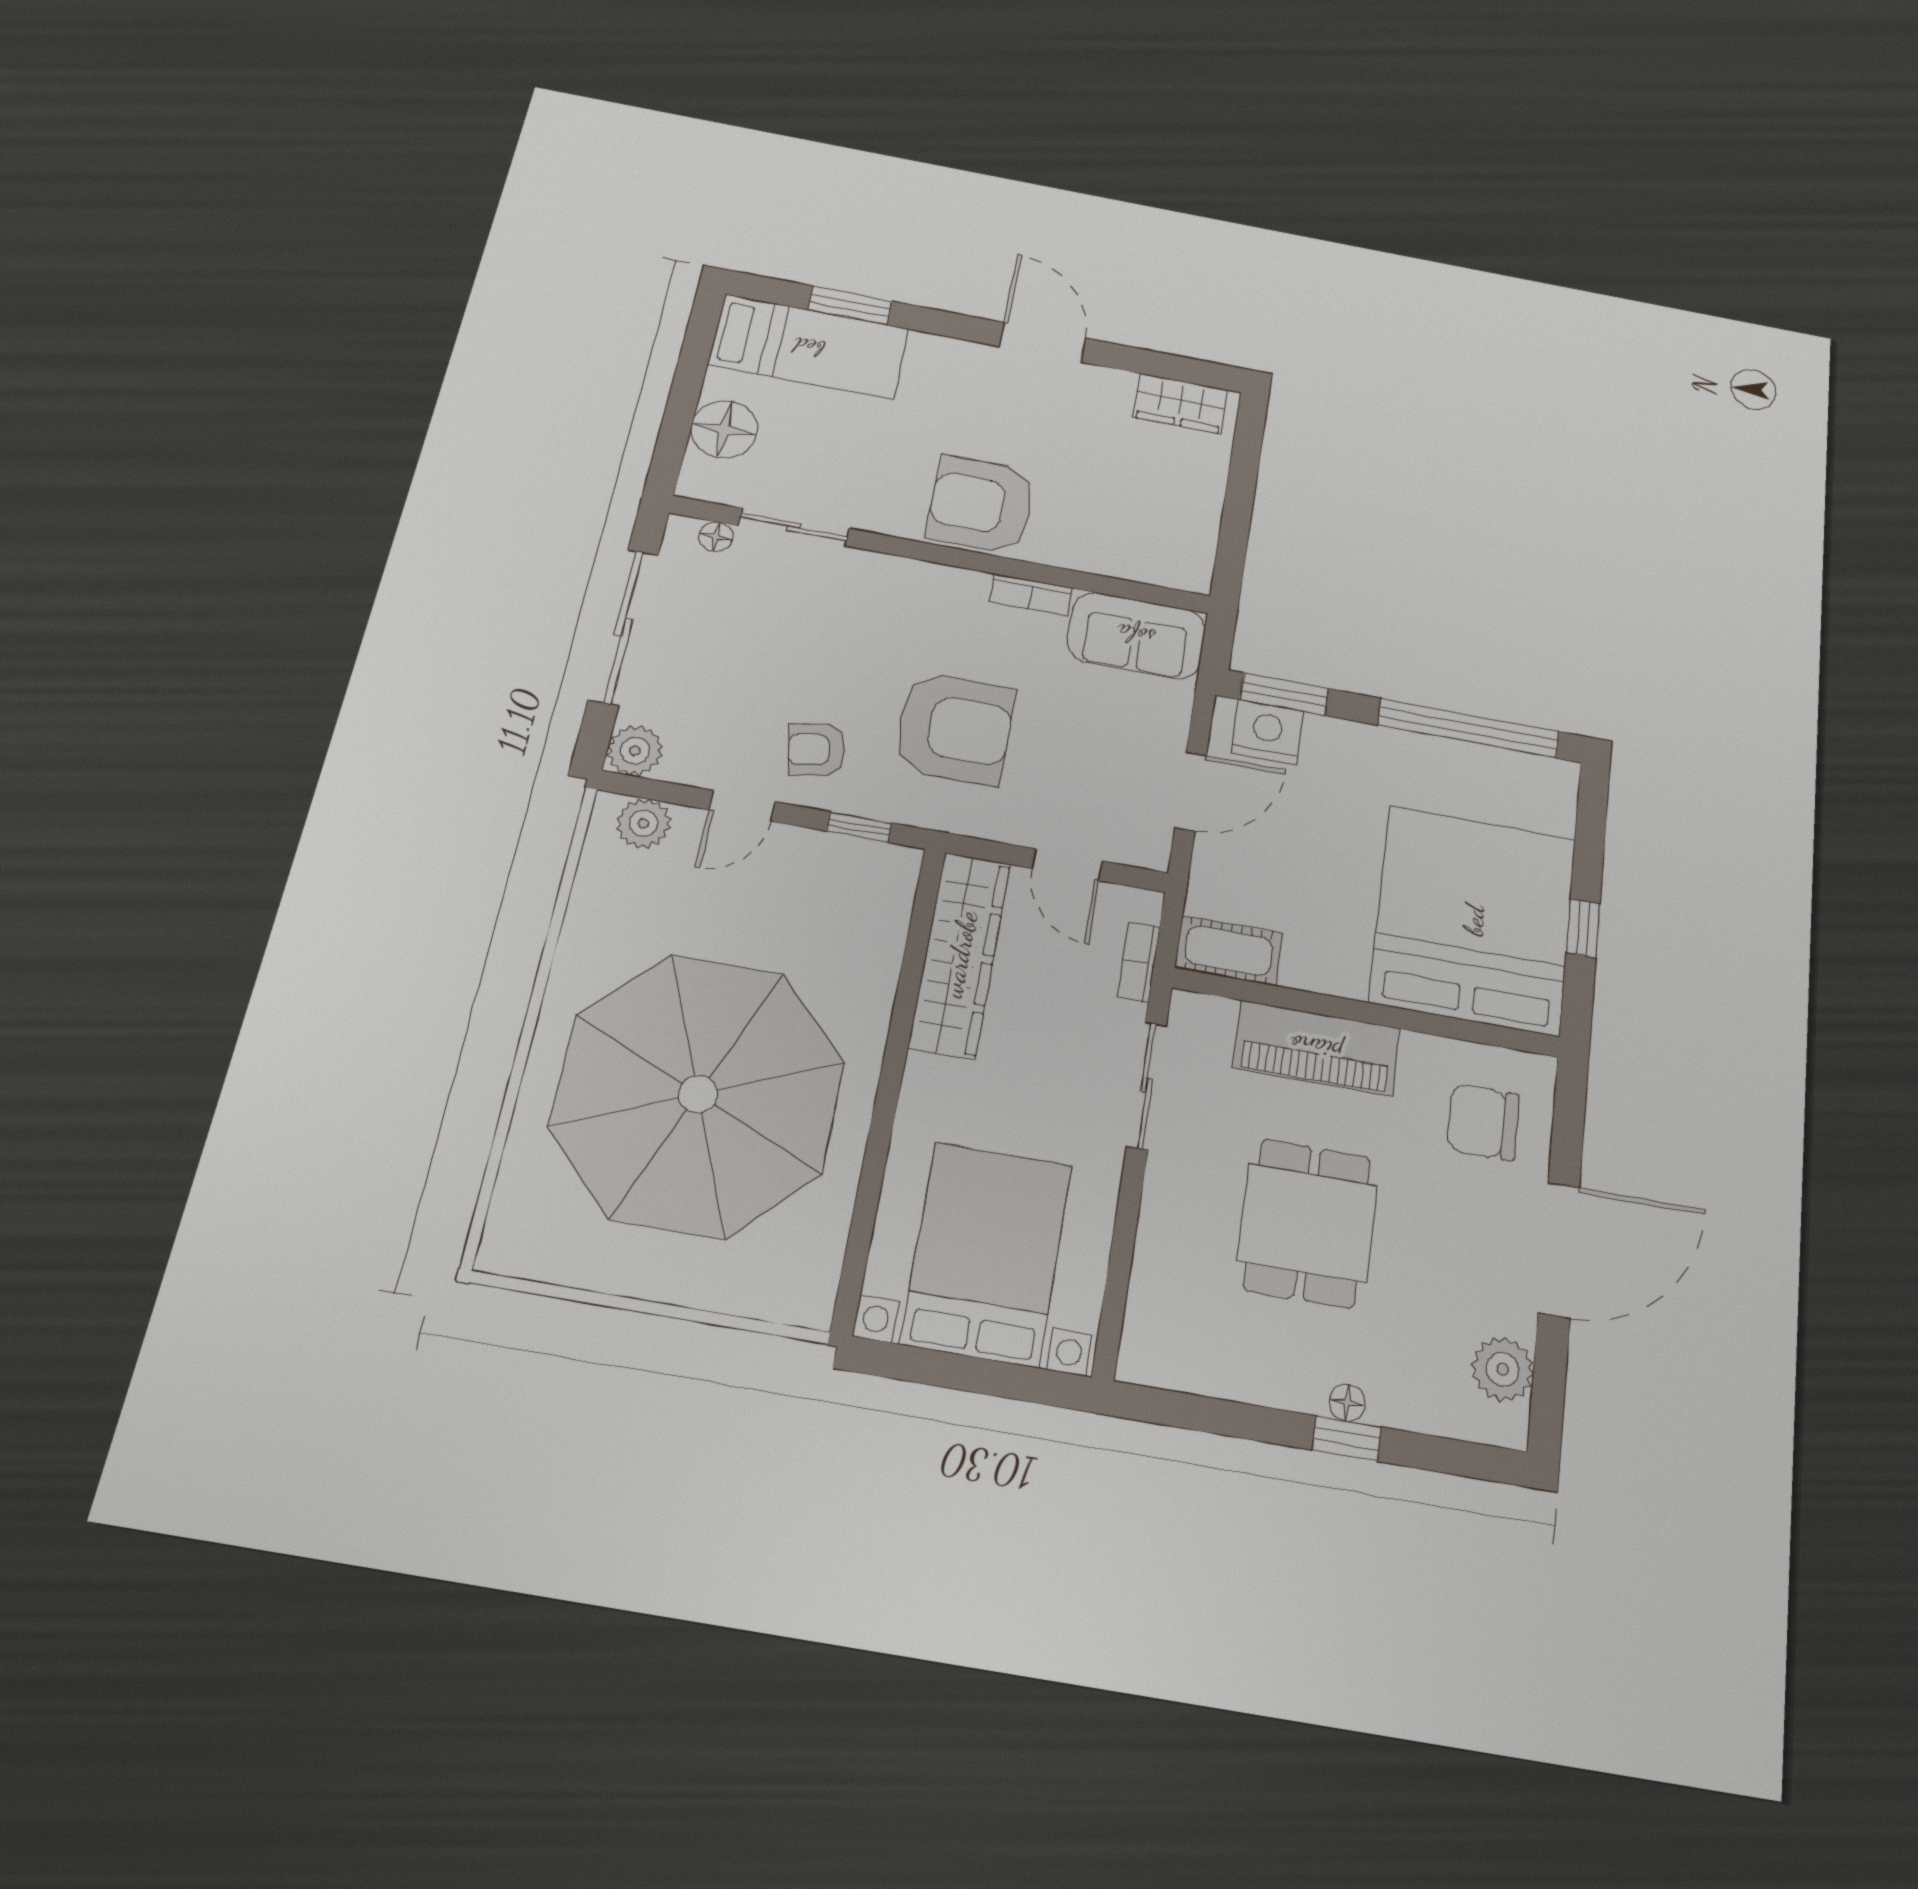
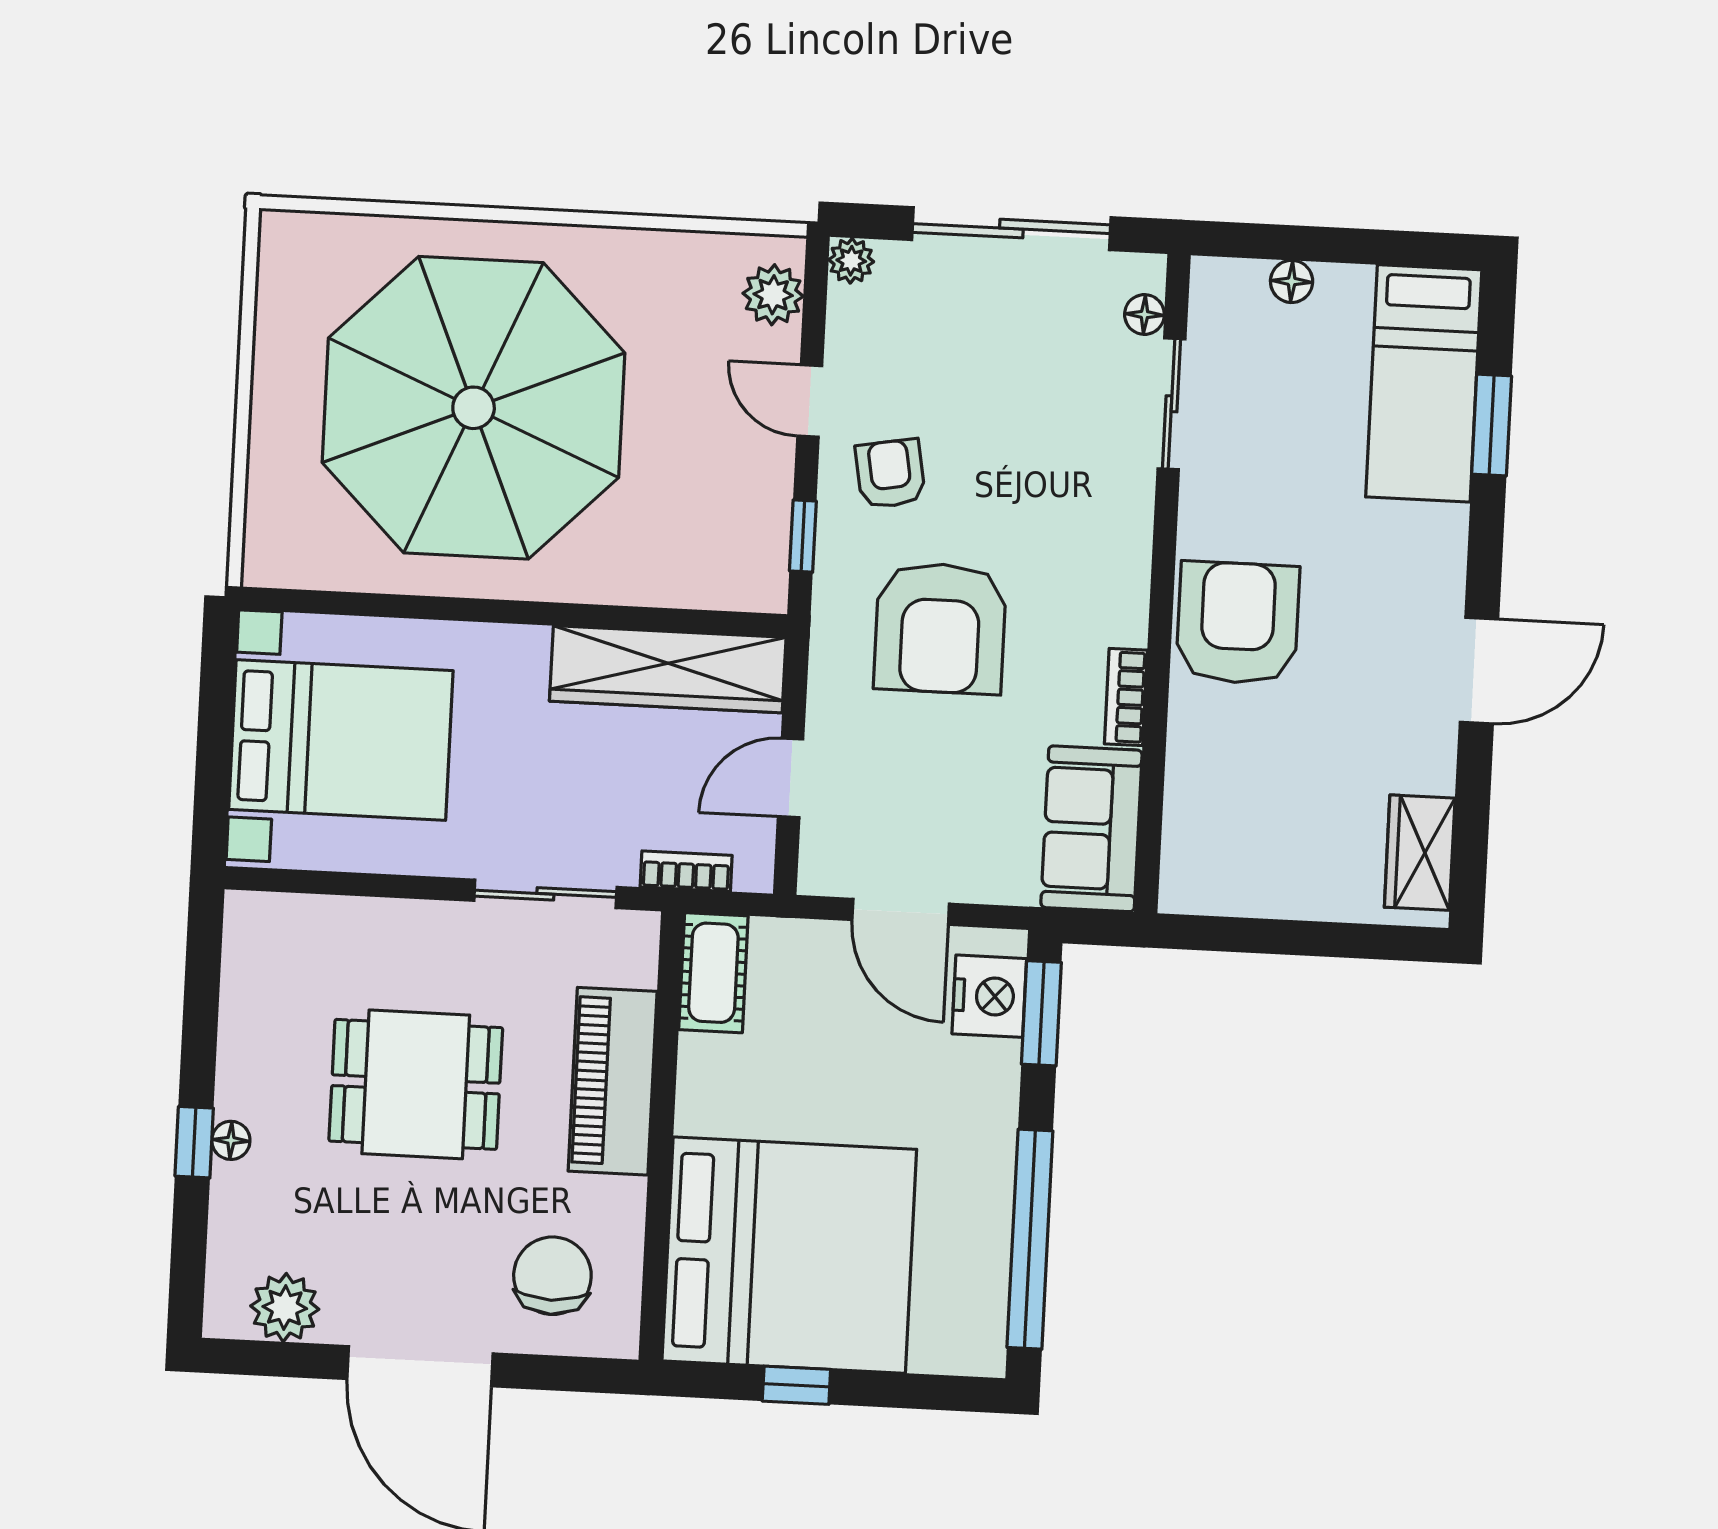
floor lamp: (724, 429) -> (1292, 281), width x0.53, depth x0.53
plant: (635, 751) -> (851, 261), width x0.73, depth x0.73

